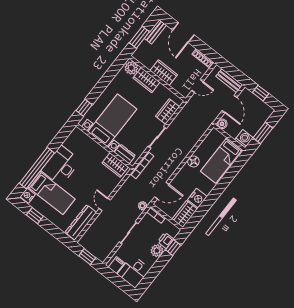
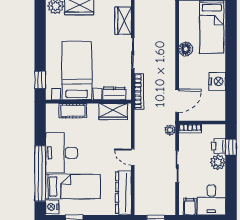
cot: (90, 144) -> (73, 111), added
wardrobe: (185, 214) -> (217, 106), removed

